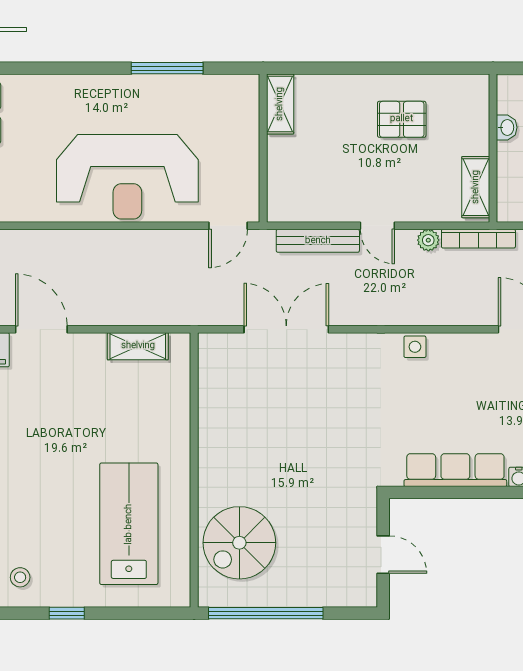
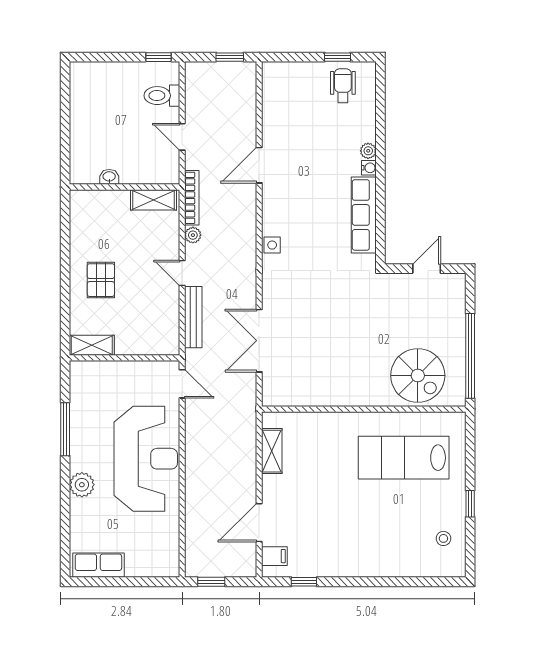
plant: (92, 91) -> (82, 485), added
pallet: (402, 119) -> (101, 280), moved
door: (377, 226) -> (182, 273), swing flipped

